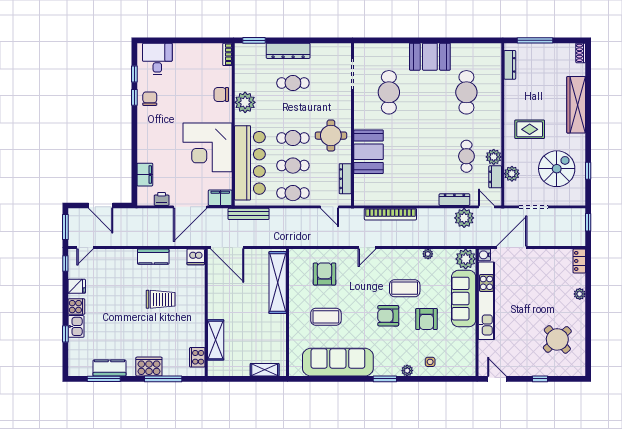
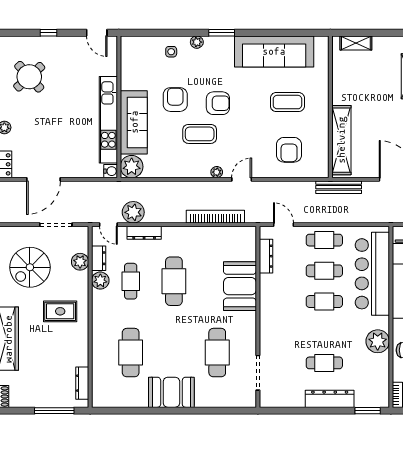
round table: (331, 136) -> (282, 304), removed
cafe table: (428, 156) -> (174, 281), added
bench: (248, 214) -> (339, 187), moved
door: (512, 248) -> (44, 179), moved
plant: (428, 254) -> (217, 172), moved

